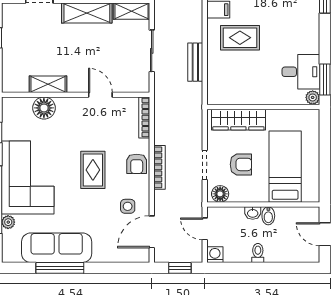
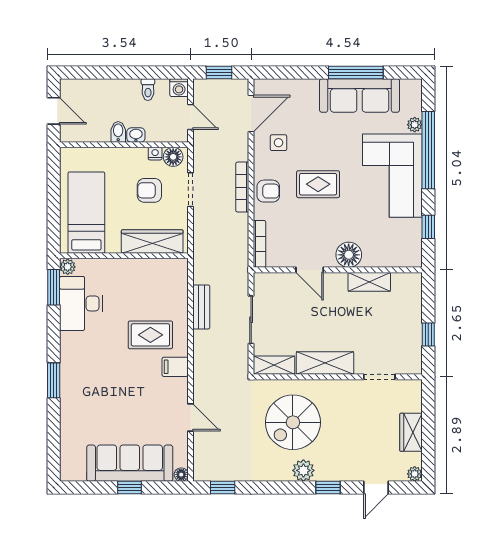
desk: (301, 72) -> (81, 303), width x1.37
floor lamp: (44, 108) -> (349, 255), moved
armchair: (137, 164) -> (268, 191), turned 90
bed: (285, 167) -> (86, 213), moved, turned 180
rug: (93, 170) -> (318, 184), turned 90
nightstand: (236, 197) -> (155, 154), added
toilet: (258, 253) -> (148, 90), moved

